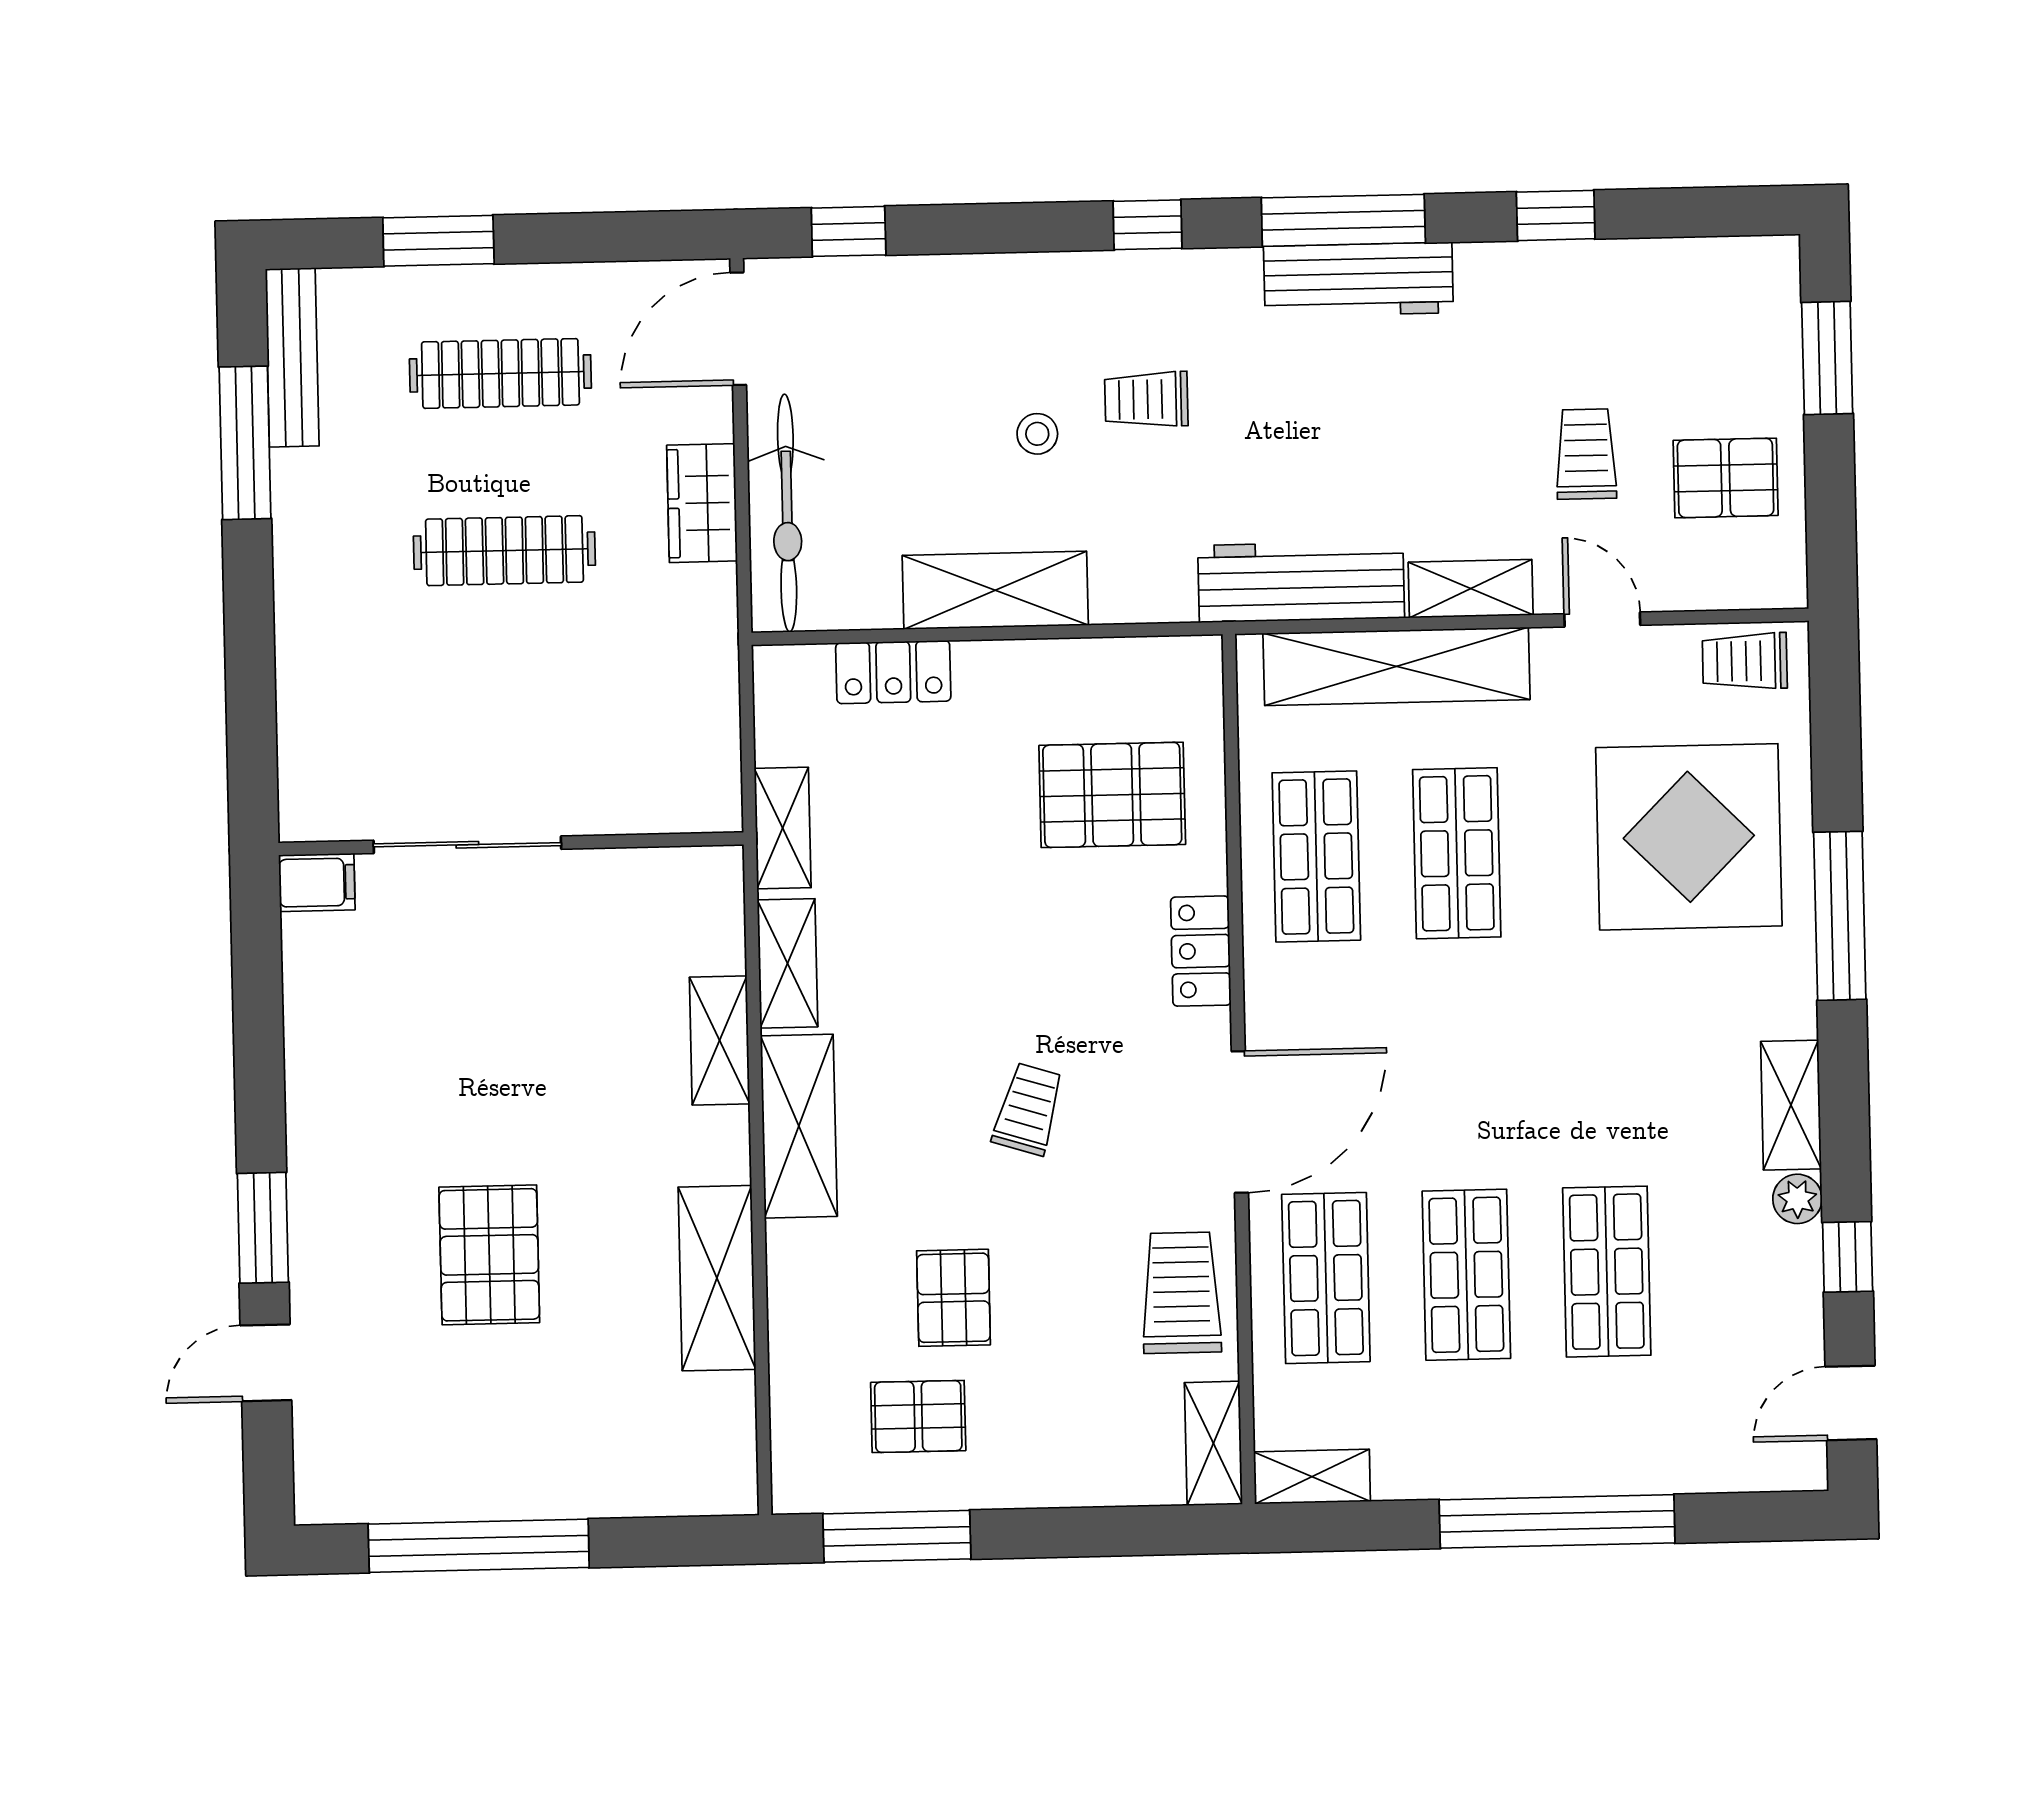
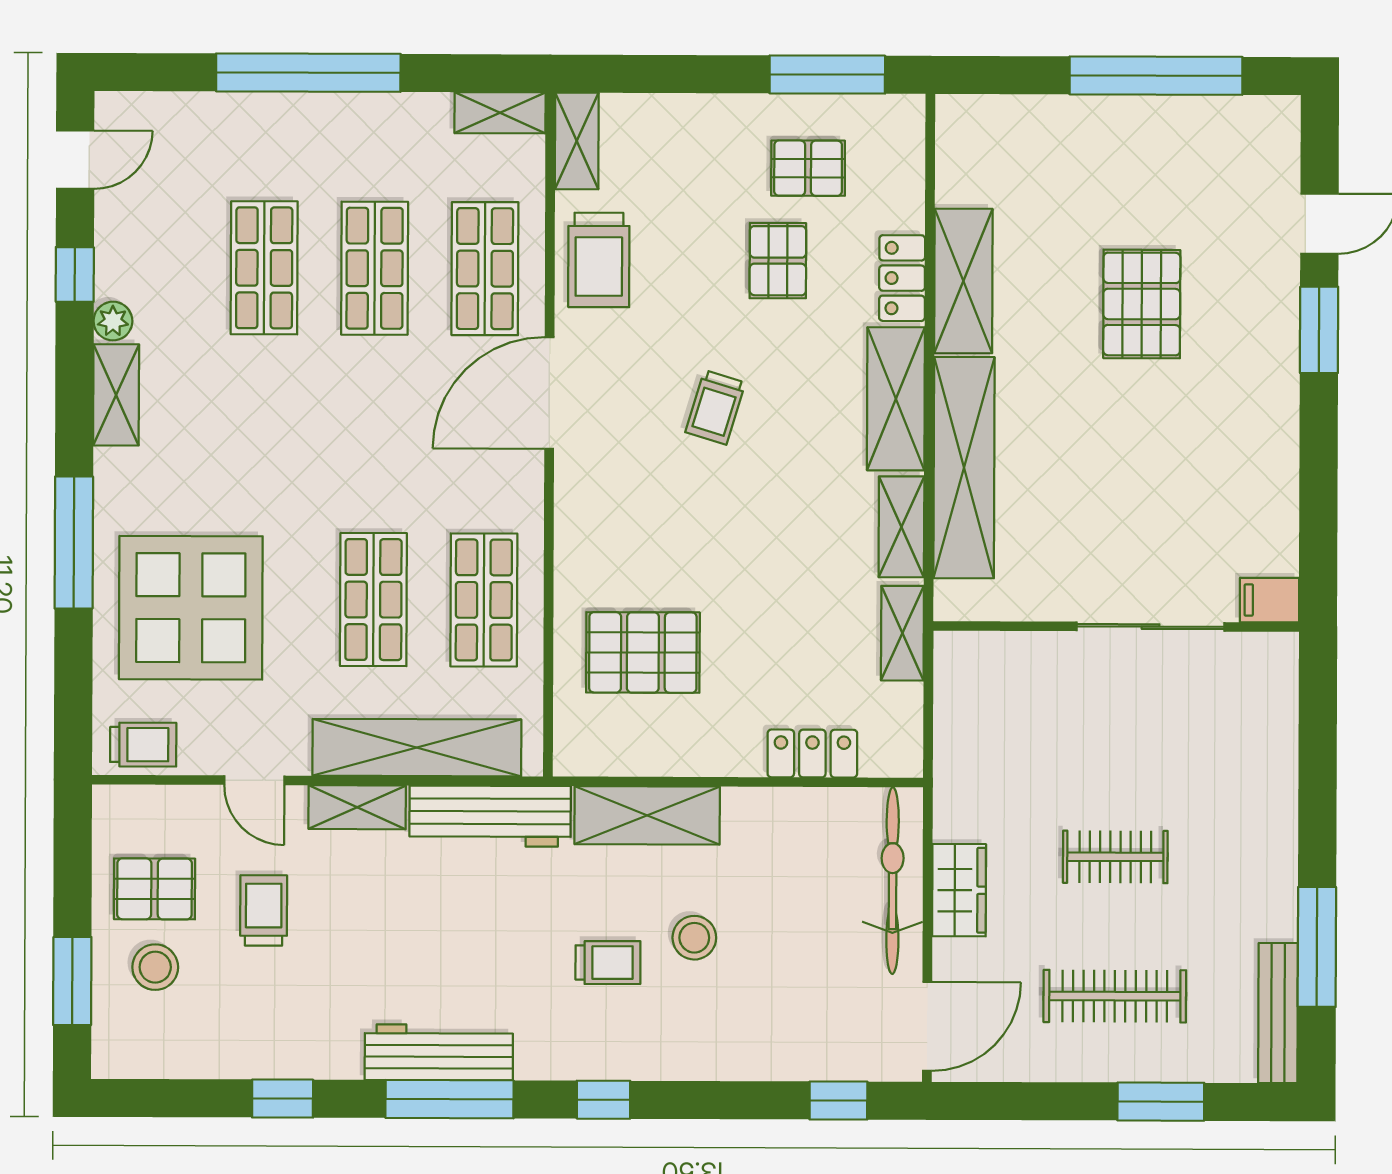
stool: (1722, 378) -> (155, 967), added
stool: (1037, 434) -> (694, 938), width x1.37, depth x1.37
trolley: (1586, 454) -> (264, 910), turned 180
clothes rail: (504, 551) -> (1115, 857), width x0.73
shelving: (995, 590) -> (647, 815), moved
locker: (1201, 951) -> (902, 278), moved, turned 180
shelving: (720, 1041) -> (964, 468), width x2.20, depth x1.33

